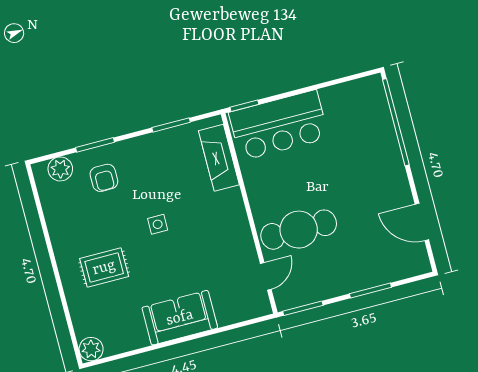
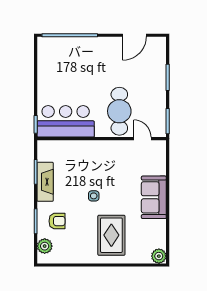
bar counter: (279, 125) -> (66, 121), moved, turned -90
fireplace: (219, 158) -> (45, 182), moved, turned -90
rug: (104, 268) -> (111, 235), width x1.36, depth x1.43

